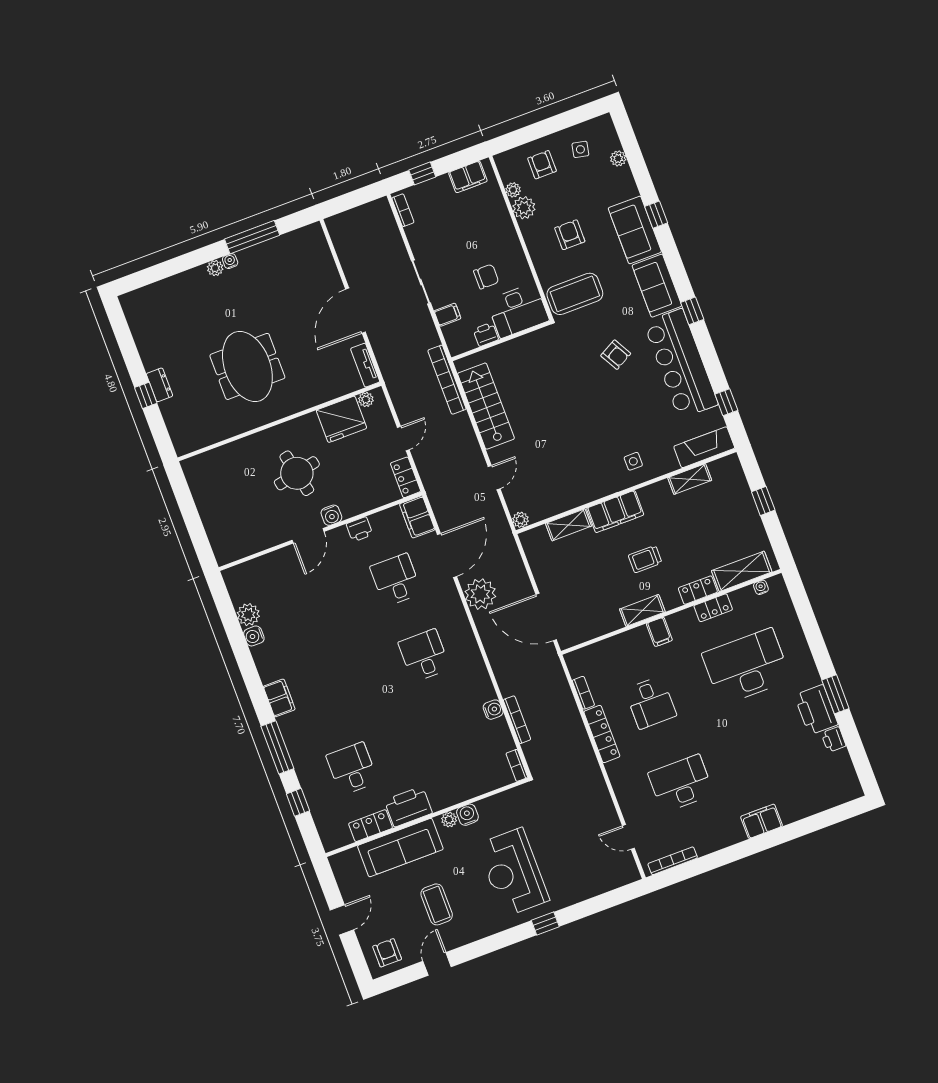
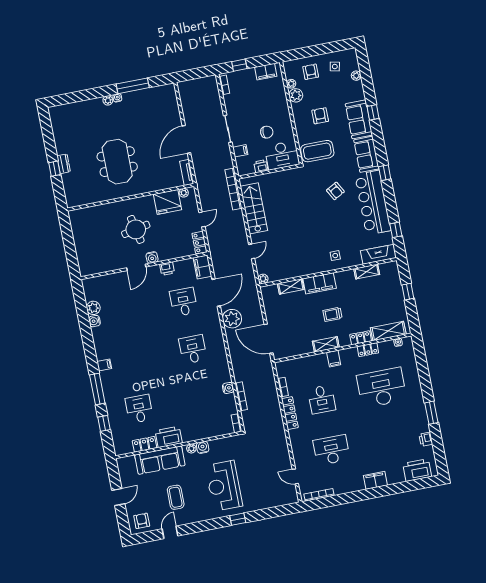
filing cabinet: (279, 698) -> (104, 365), width x0.50
printer: (816, 710) -> (417, 470), moved, turned 90

